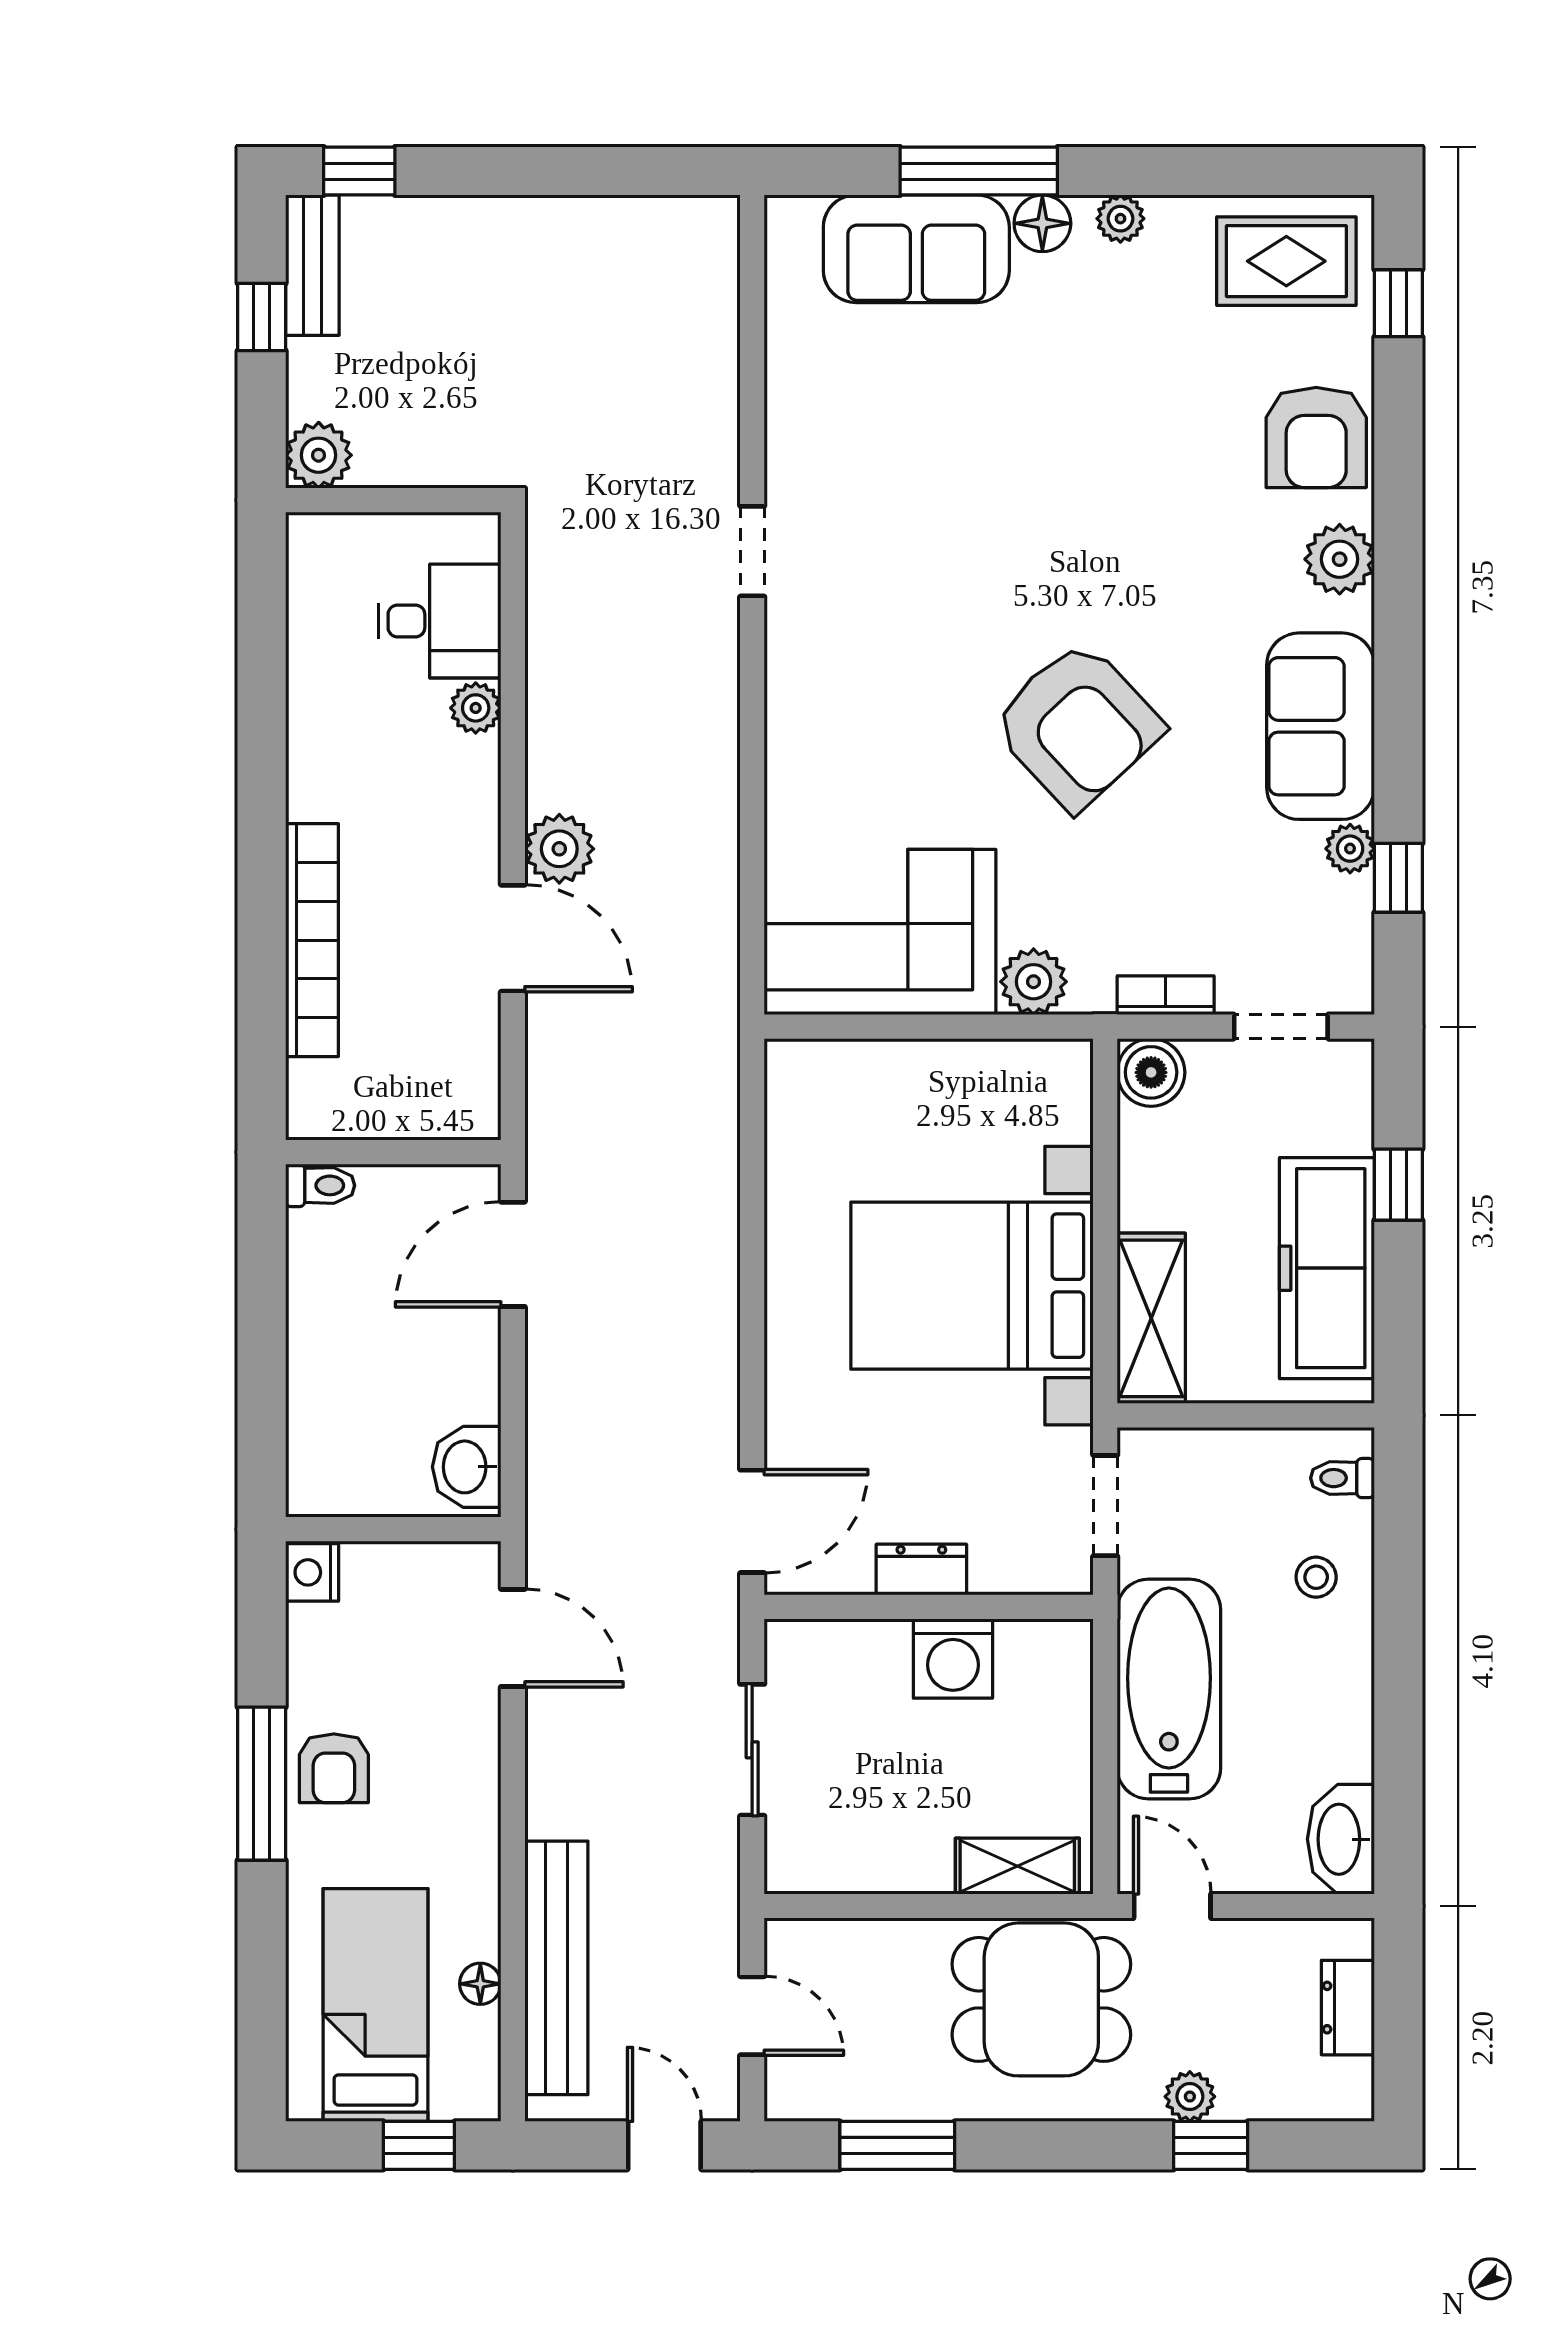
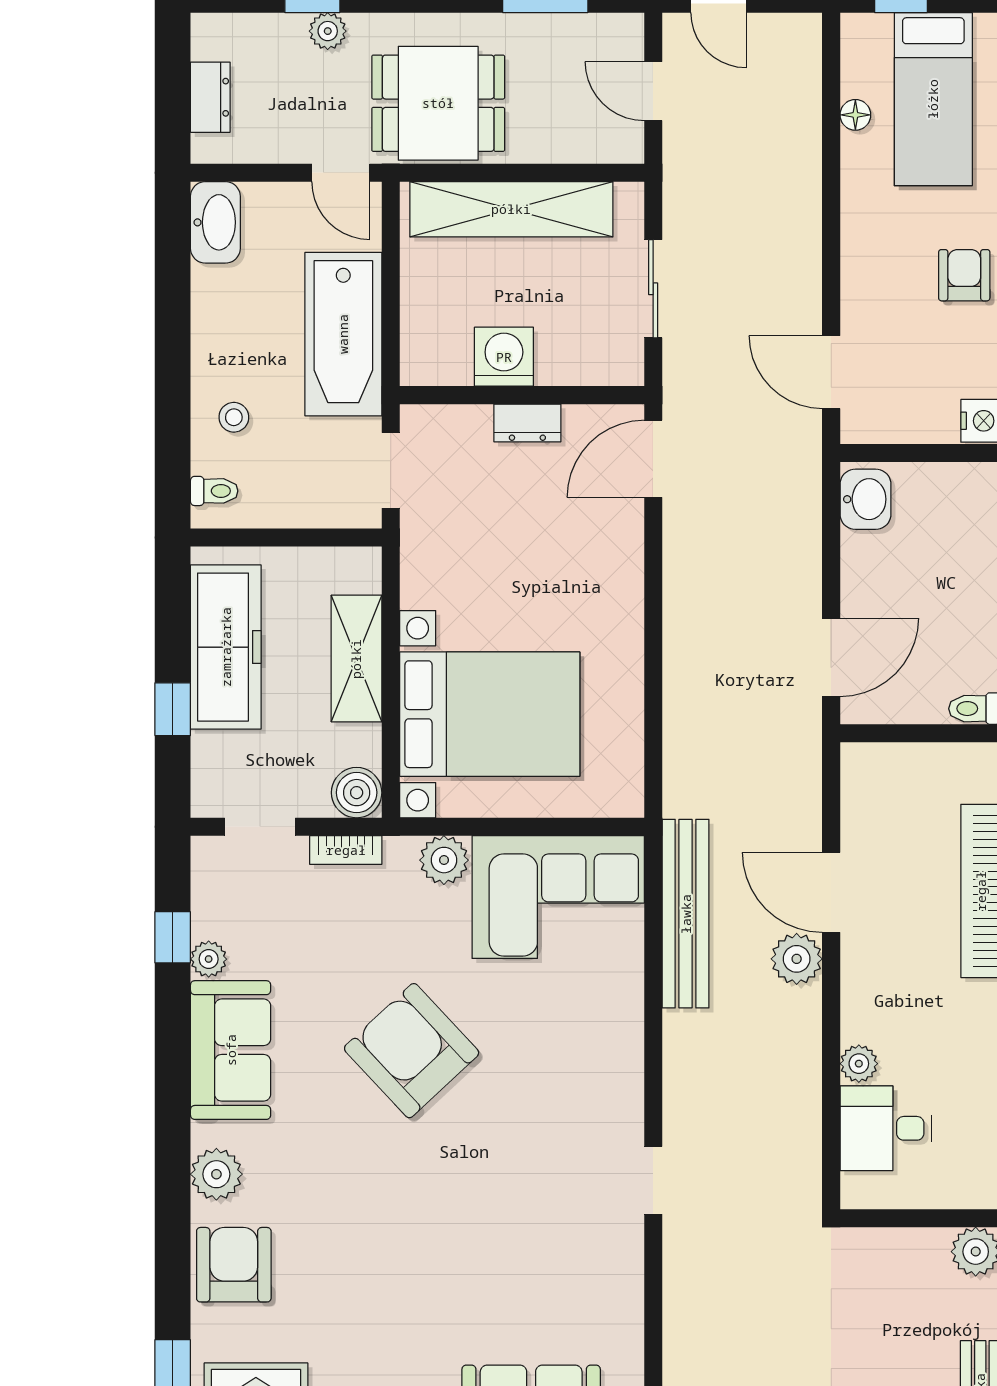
bed with nightstands: (972, 1286) -> (490, 714), moved
shelving: (1151, 1318) -> (356, 659), moved
shelving: (1017, 1866) -> (511, 209), width x2.20, depth x1.33
bench: (556, 1968) -> (686, 914), moved

